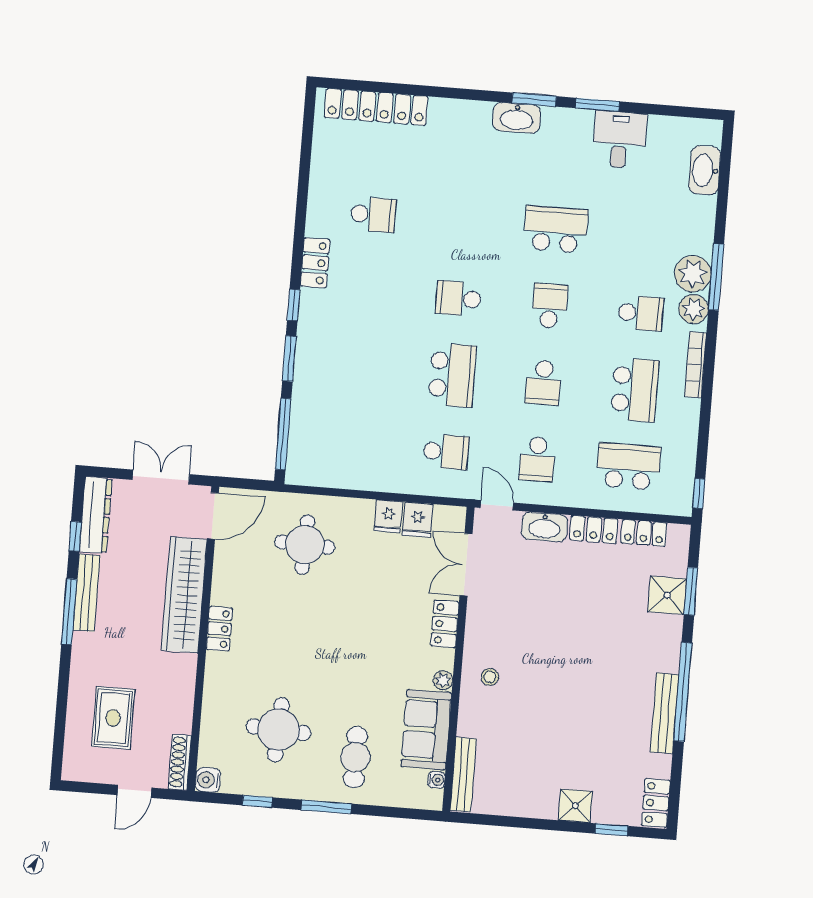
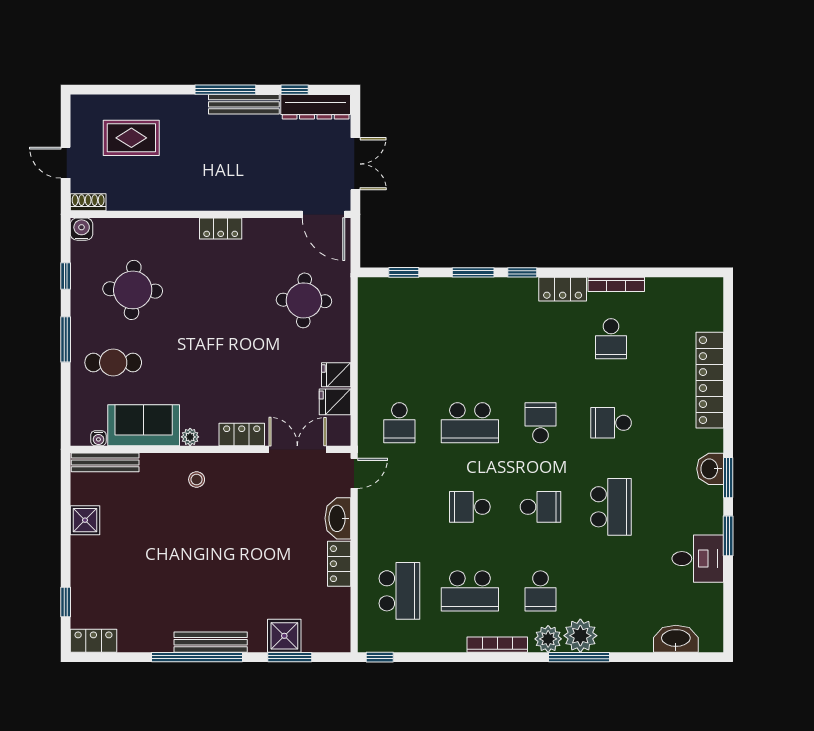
locker: (376, 107) -> (710, 380), moved
washbasin: (517, 118) -> (710, 469), width x0.72
bookcase: (315, 204) -> (616, 284), added
window: (283, 434) -> (404, 272), width x0.46
school desk: (537, 459) -> (611, 423), moved
locker: (644, 533) -> (340, 610), removed
wardrobe: (184, 595) -> (249, 194), removed
bench: (665, 713) -> (211, 642), moved
shoe rack: (180, 762) -> (88, 202), width x0.70
shower: (575, 806) -> (85, 520), moved

